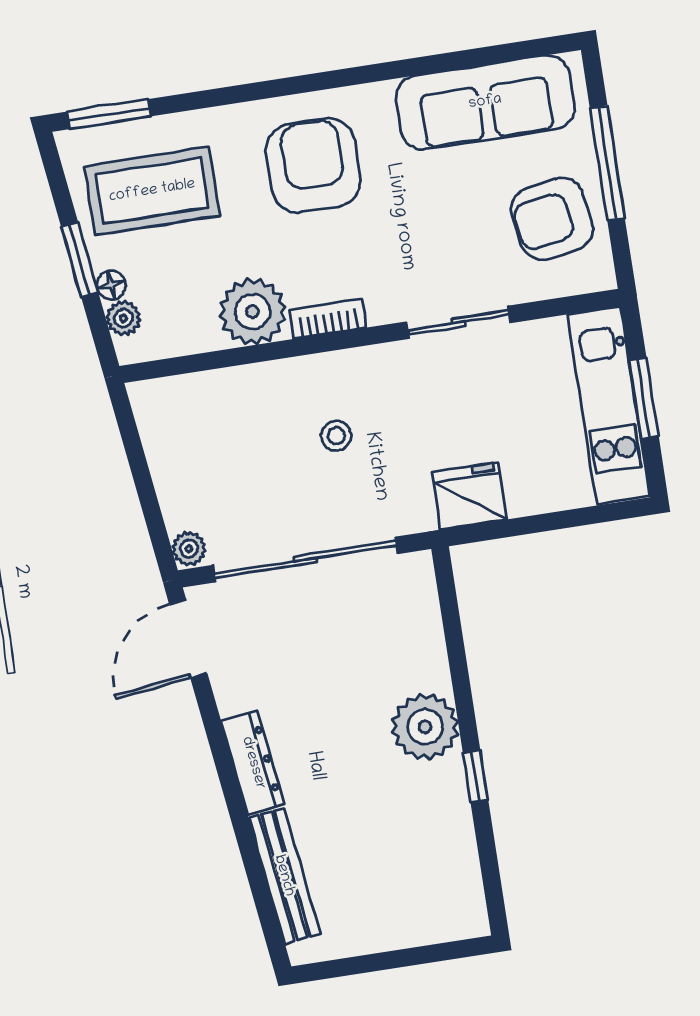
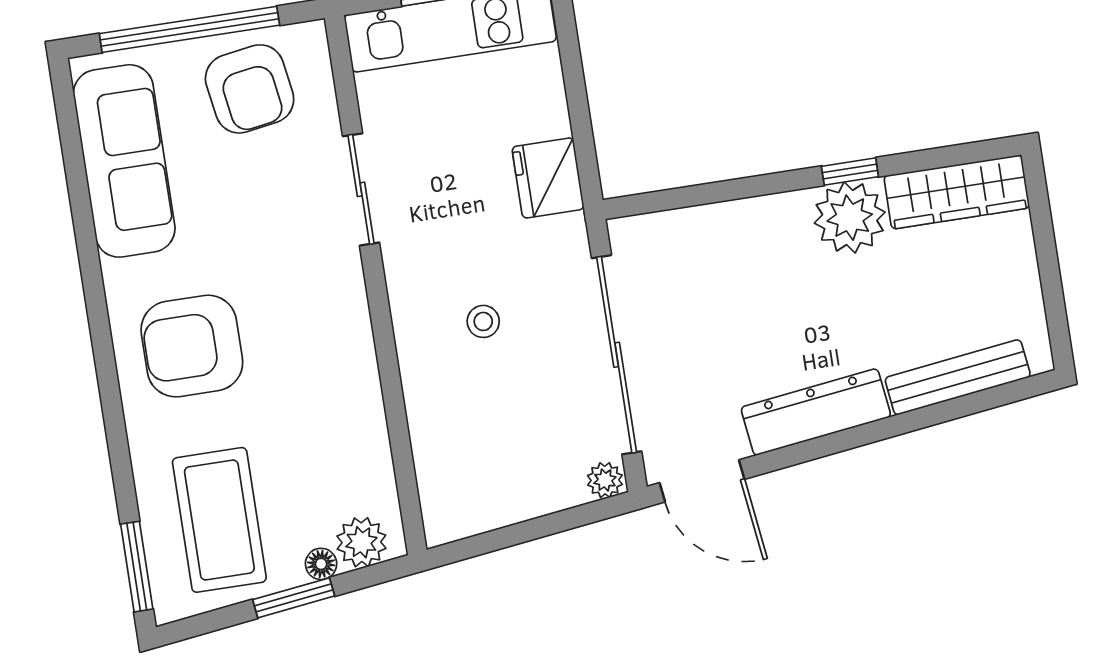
window: (607, 163) -> (189, 29), width x1.46
plant: (253, 312) -> (349, 412), removed
plant: (123, 318) -> (361, 542), width x1.38, depth x1.38
bookcase: (328, 319) -> (357, 330), removed
plant: (425, 727) -> (850, 218), moved
dresser: (253, 763) -> (816, 412), width x1.37, depth x1.24
wardrobe: (456, 875) -> (957, 192), added

